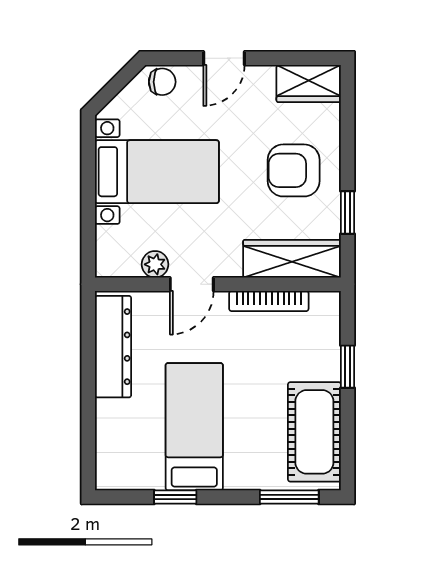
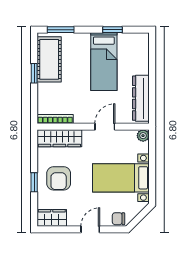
armchair: (294, 170) -> (59, 178), turned 90
window: (348, 212) -> (34, 182), moved
plant: (155, 264) -> (143, 136), moved
bookcase: (269, 301) -> (55, 119), moved
window: (348, 367) -> (34, 73), moved

